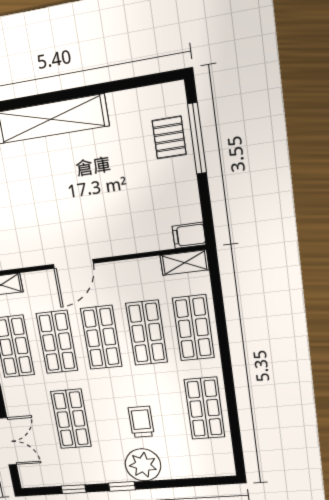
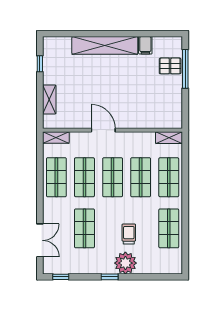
pallet: (169, 138) -> (170, 66), turned 90
filing cabinet: (189, 235) -> (145, 45), moved, turned -90
door: (73, 264) -> (103, 130), swing flipped
window: (74, 489) -> (61, 277), moved

